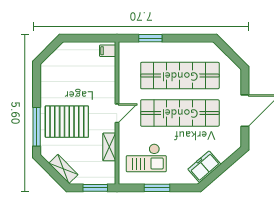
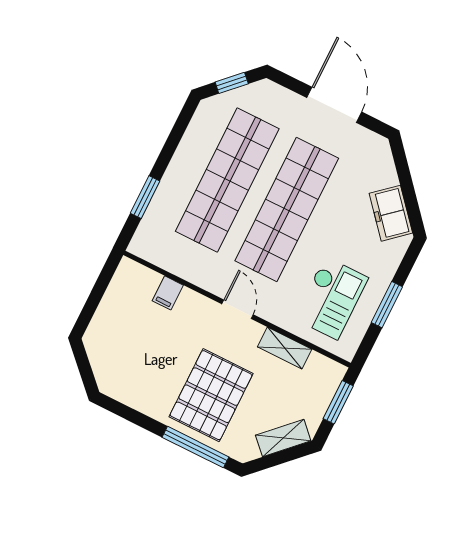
filing cabinet: (108, 51) -> (168, 293), moved
window: (230, 53) -> (232, 83), added

